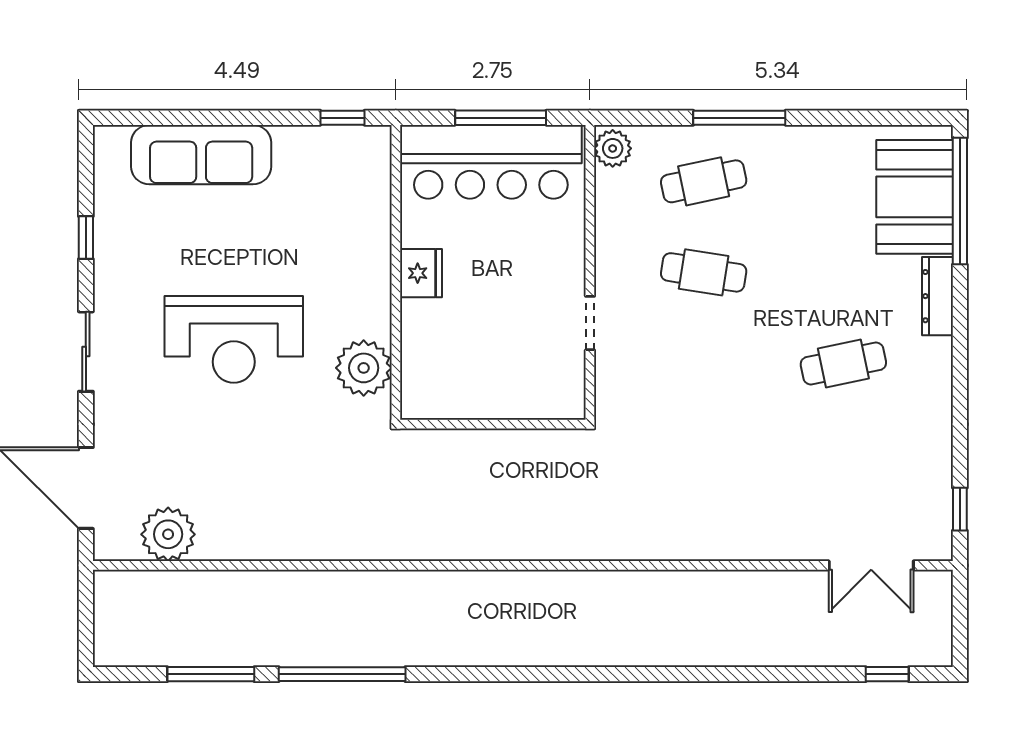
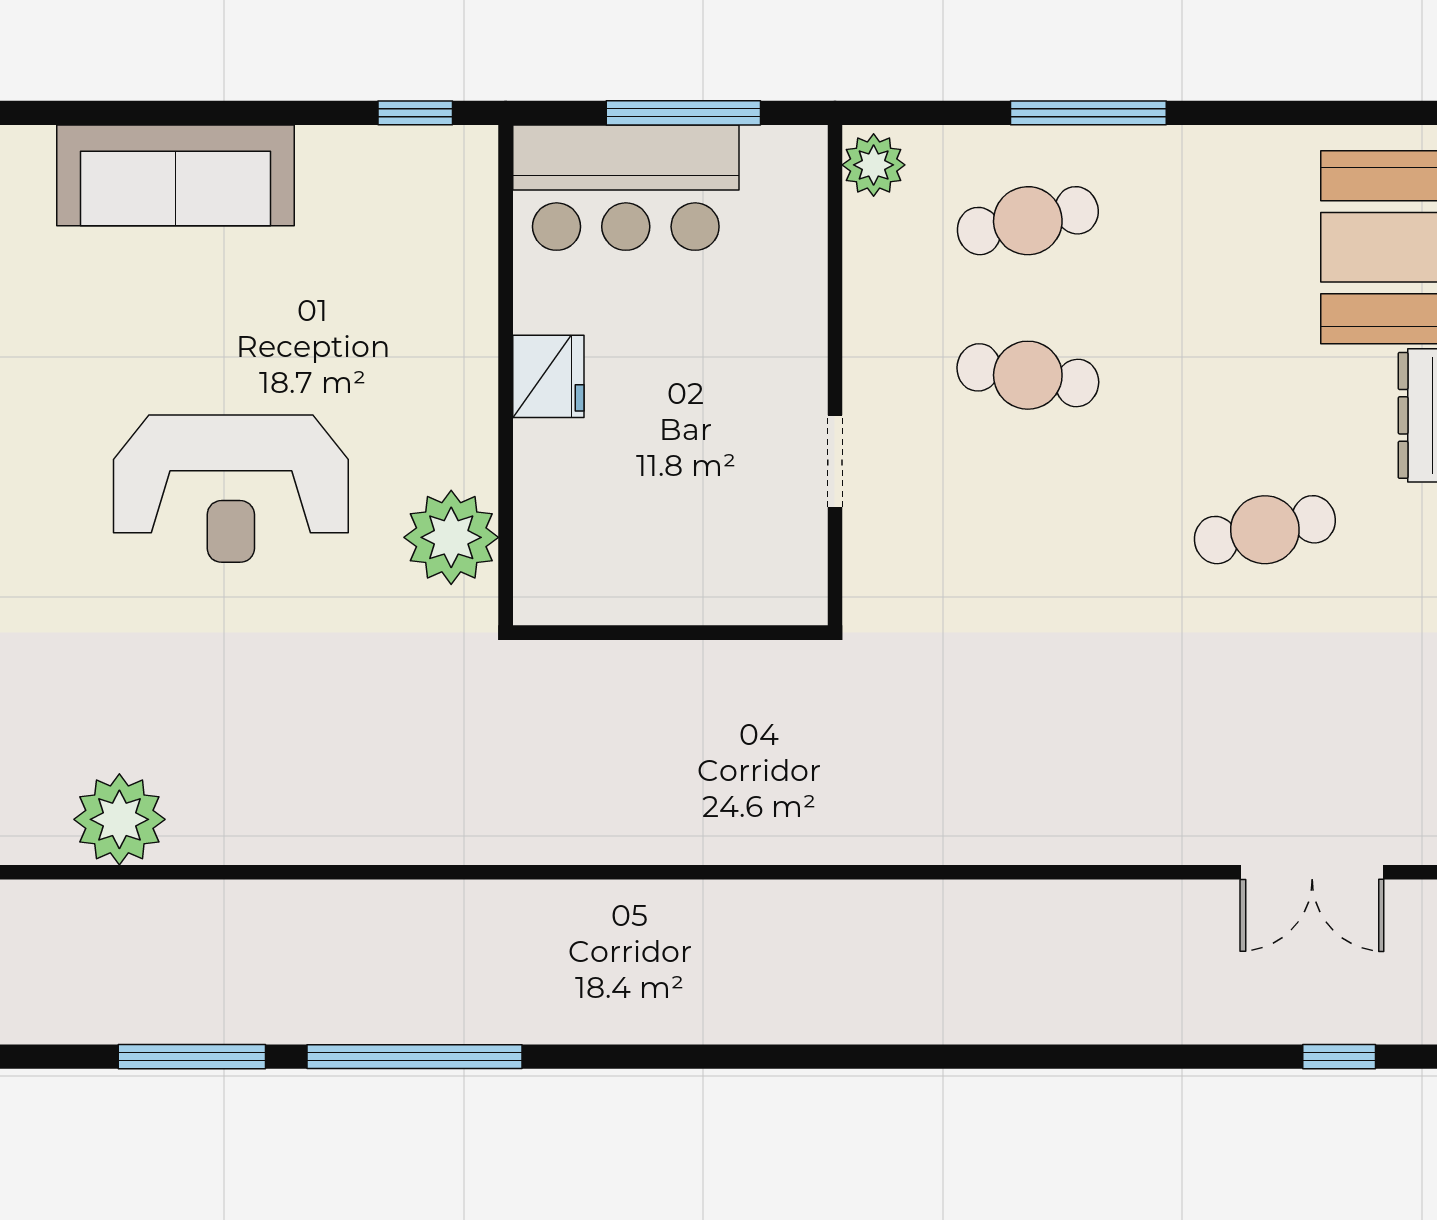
bar counter: (491, 162) -> (626, 188), width x0.73

